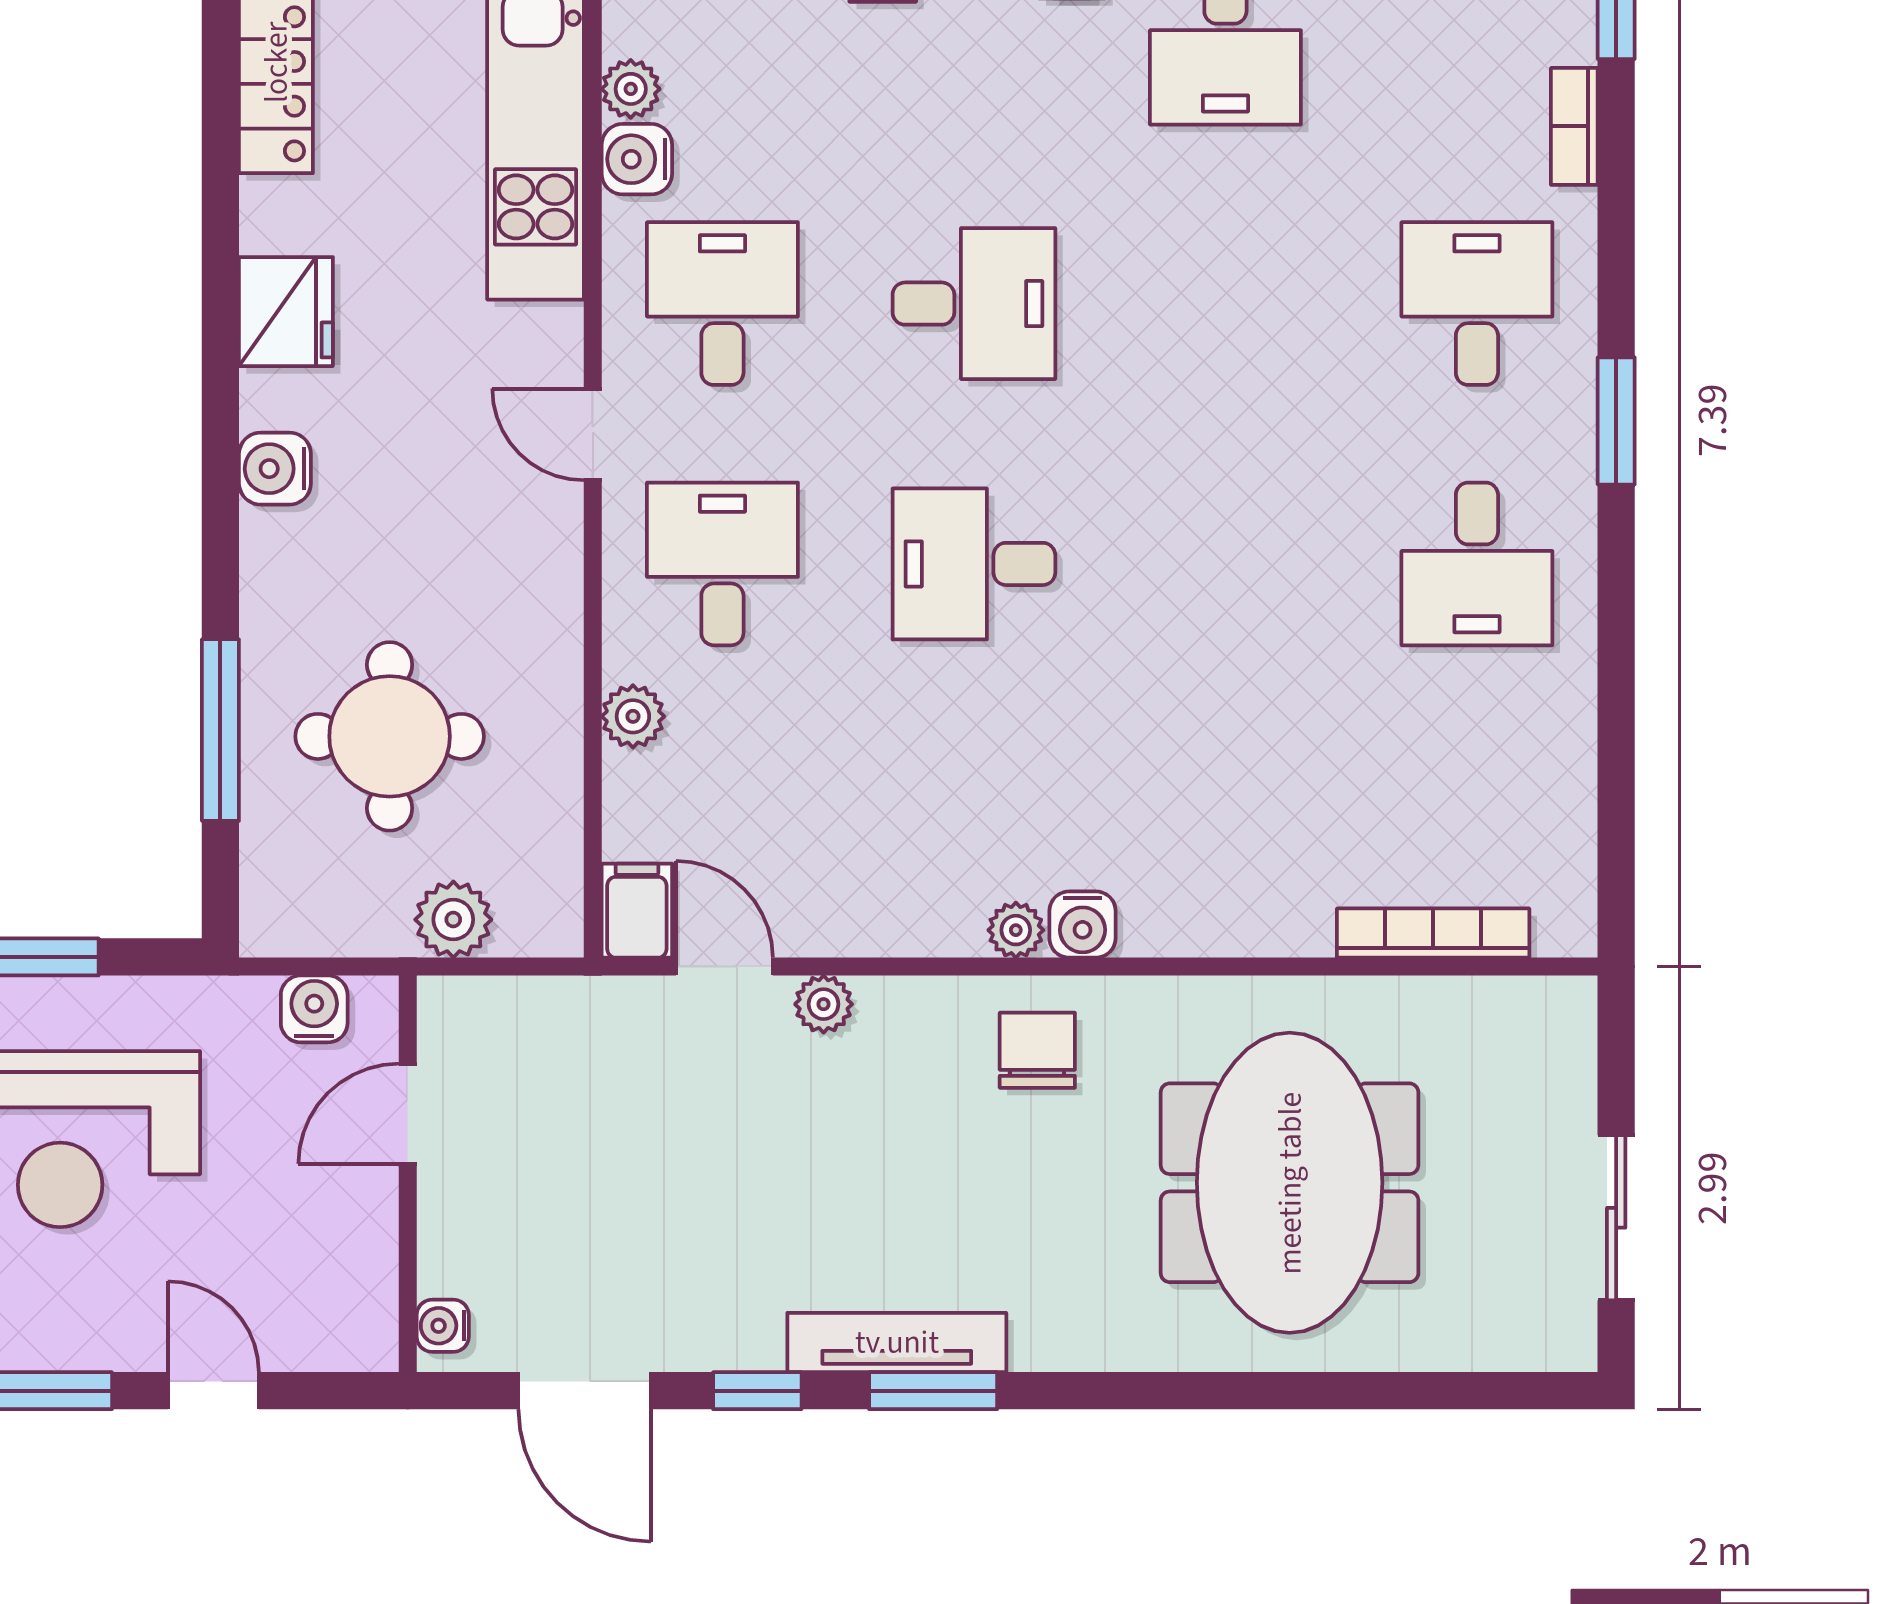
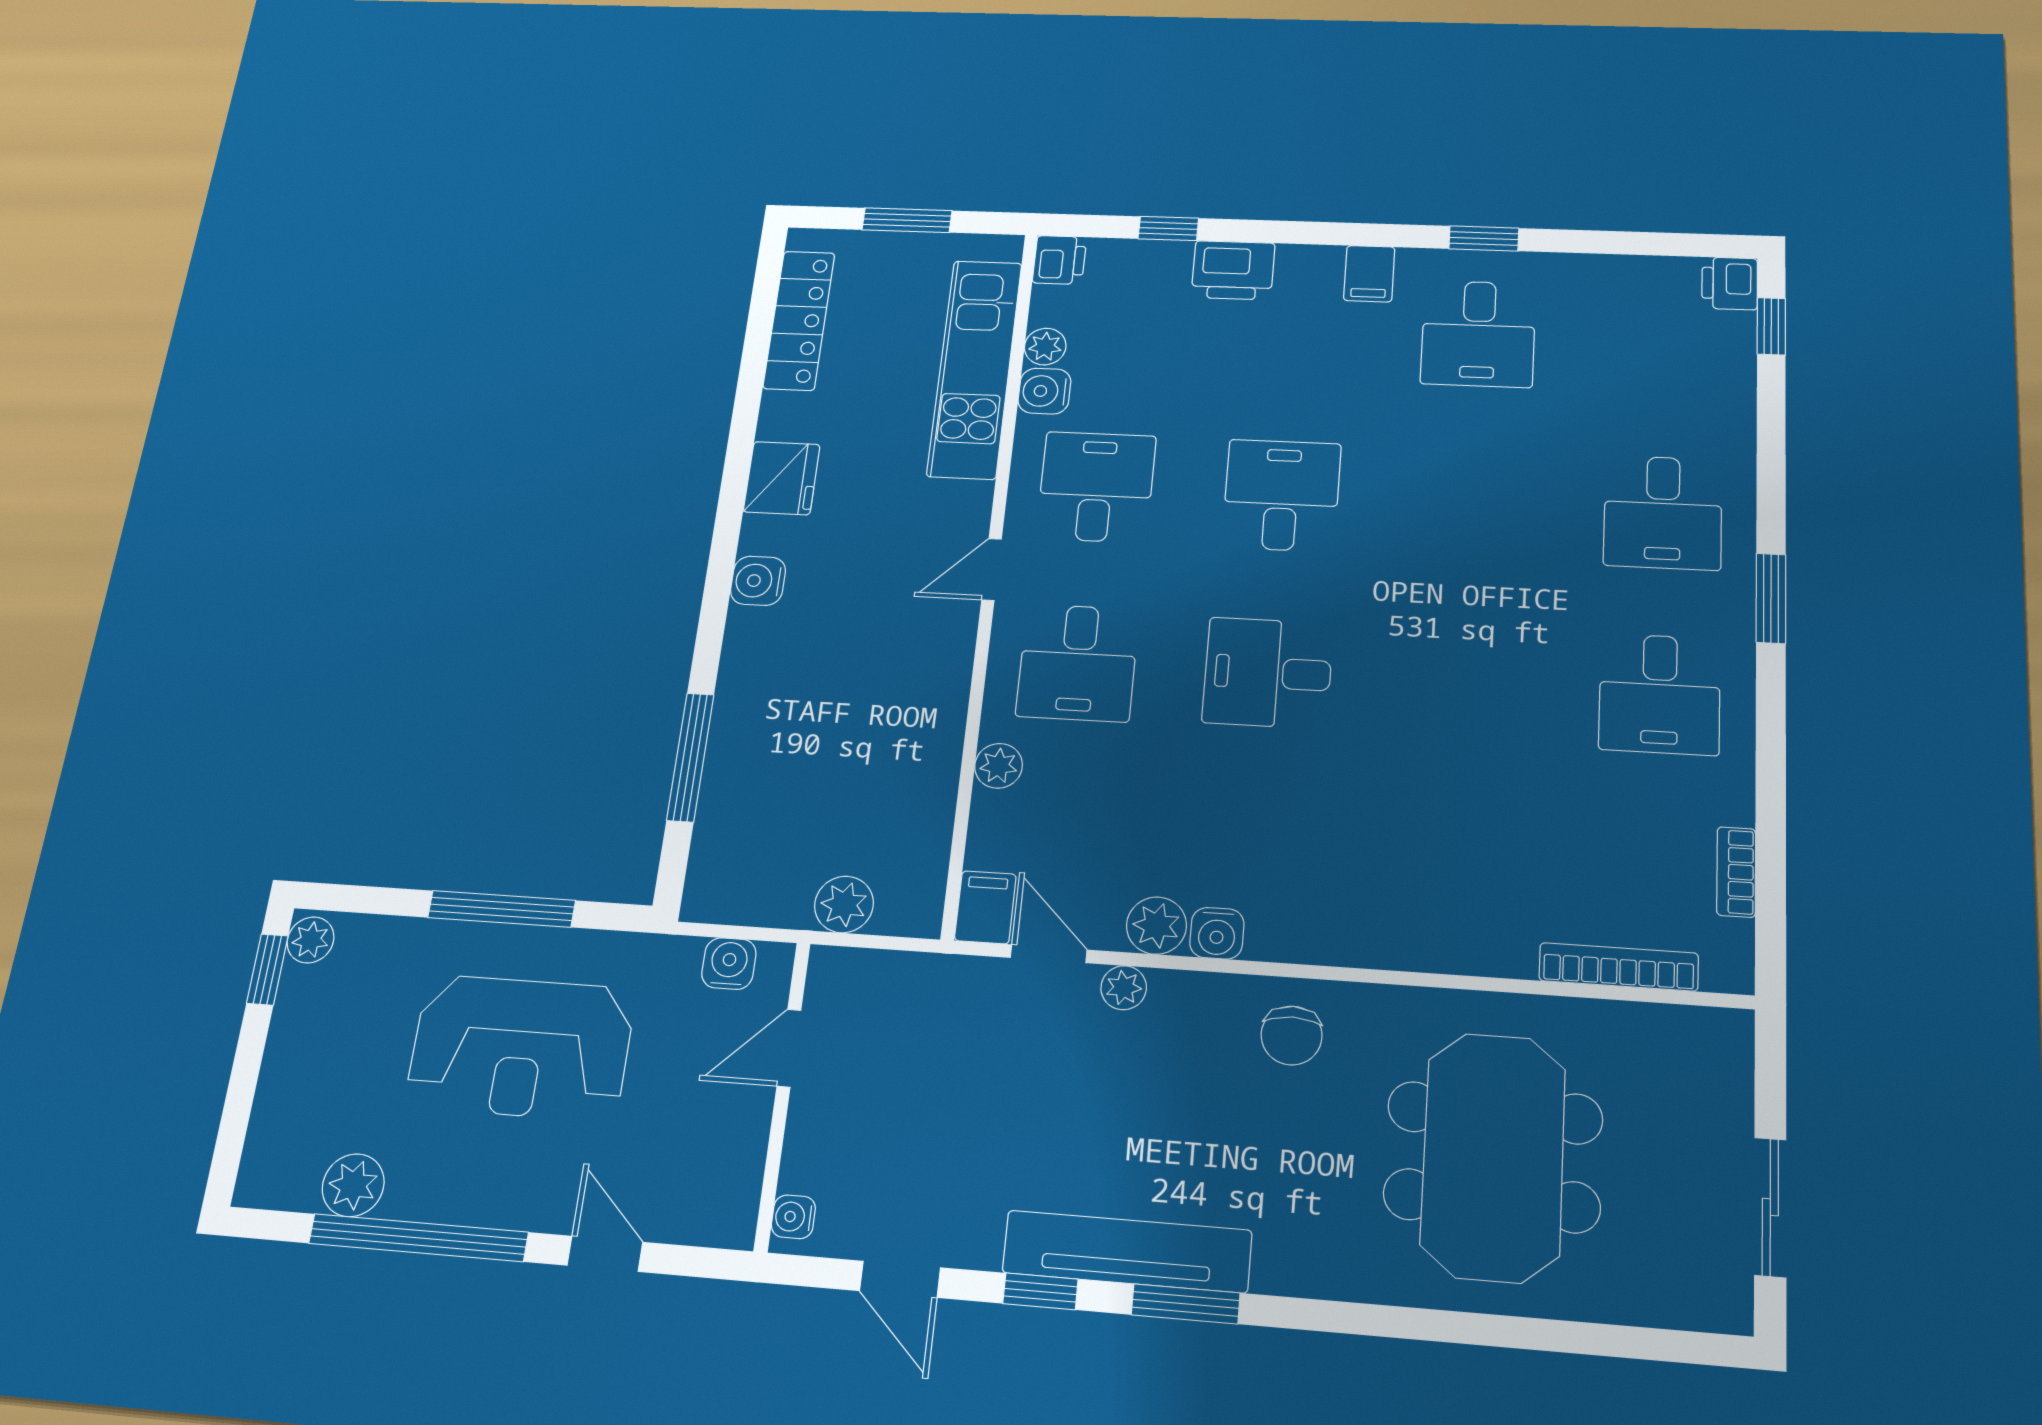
bookcase: (1574, 126) -> (1736, 872), moved
desk: (974, 304) -> (1281, 495), turned -90
desk: (1477, 304) -> (1663, 512), turned 180
door: (593, 434) -> (991, 569), hinge flipped
desk: (722, 564) -> (1078, 663), turned 180
round table: (390, 736) -> (814, 769), removed
water cooler: (1083, 925) -> (1217, 933), moved
plant: (1016, 930) -> (1156, 926), moved, width x1.38, depth x1.38
chair: (1037, 1050) -> (1292, 1035), turned 180
tv unit: (897, 1342) -> (1127, 1252), width x1.36, depth x1.29
door: (585, 1391) -> (900, 1279), width x0.73

